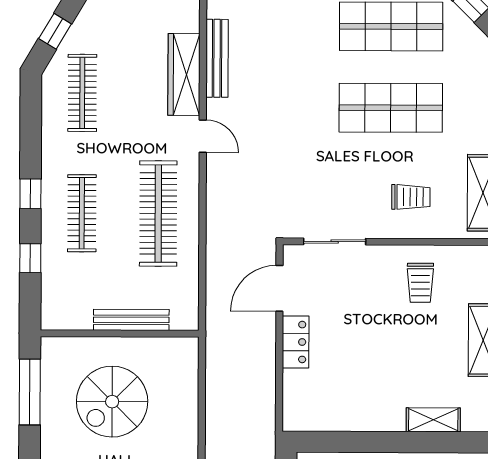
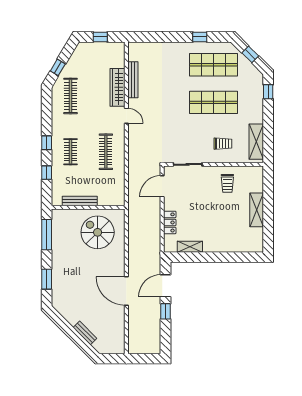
clothes rail: (82, 213) -> (71, 152), width x0.73
clothes rail: (158, 214) -> (106, 152), width x0.73, depth x0.76
bench: (131, 320) -> (80, 201), moved
locker: (296, 342) -> (170, 222), moved
spiral stairs: (112, 402) -> (98, 232), moved, turned 90
shelving: (433, 420) -> (190, 247), moved

